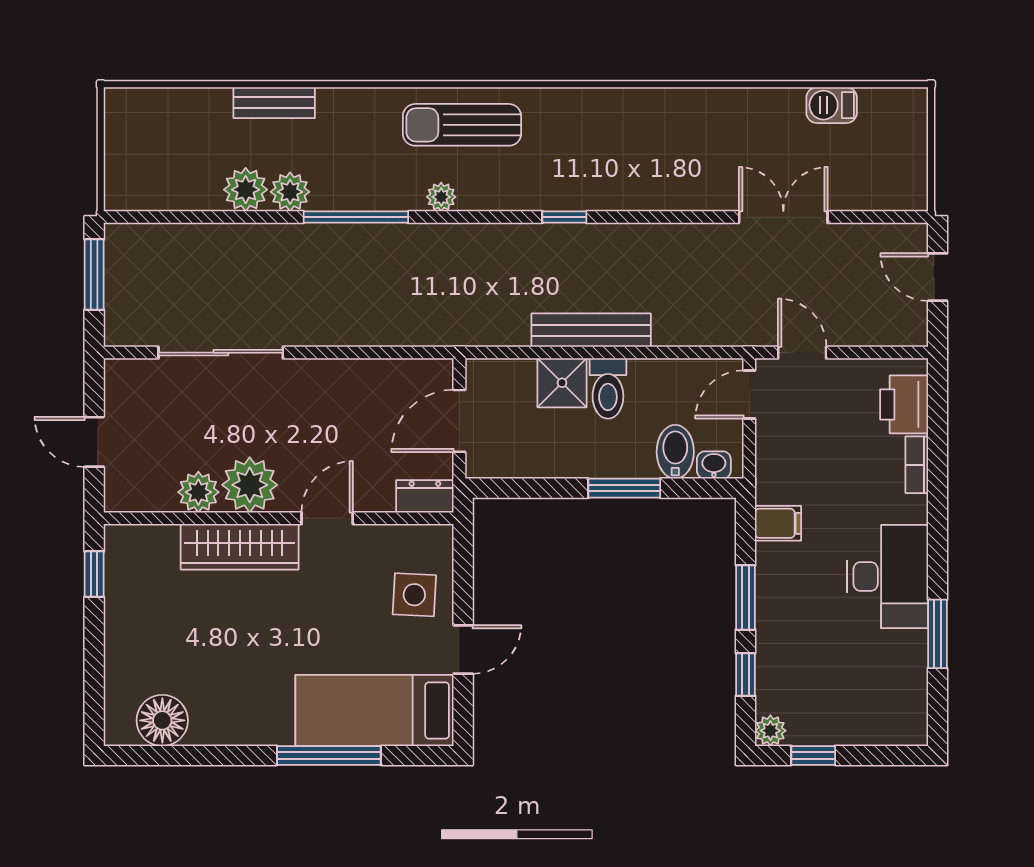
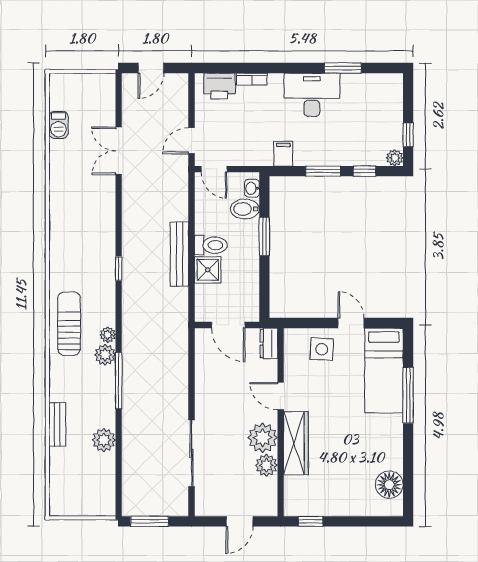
sun lounger: (462, 125) -> (69, 324), turned 180
plant: (290, 192) -> (105, 355), moved

